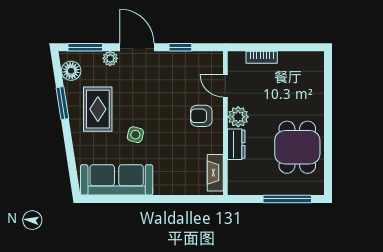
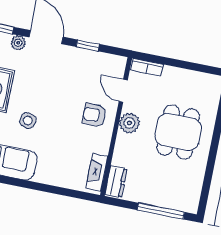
bookcase: (262, 57) -> (147, 67), moved
dresser: (236, 144) -> (116, 182), moved
dining table: (297, 147) -> (178, 132), moved

